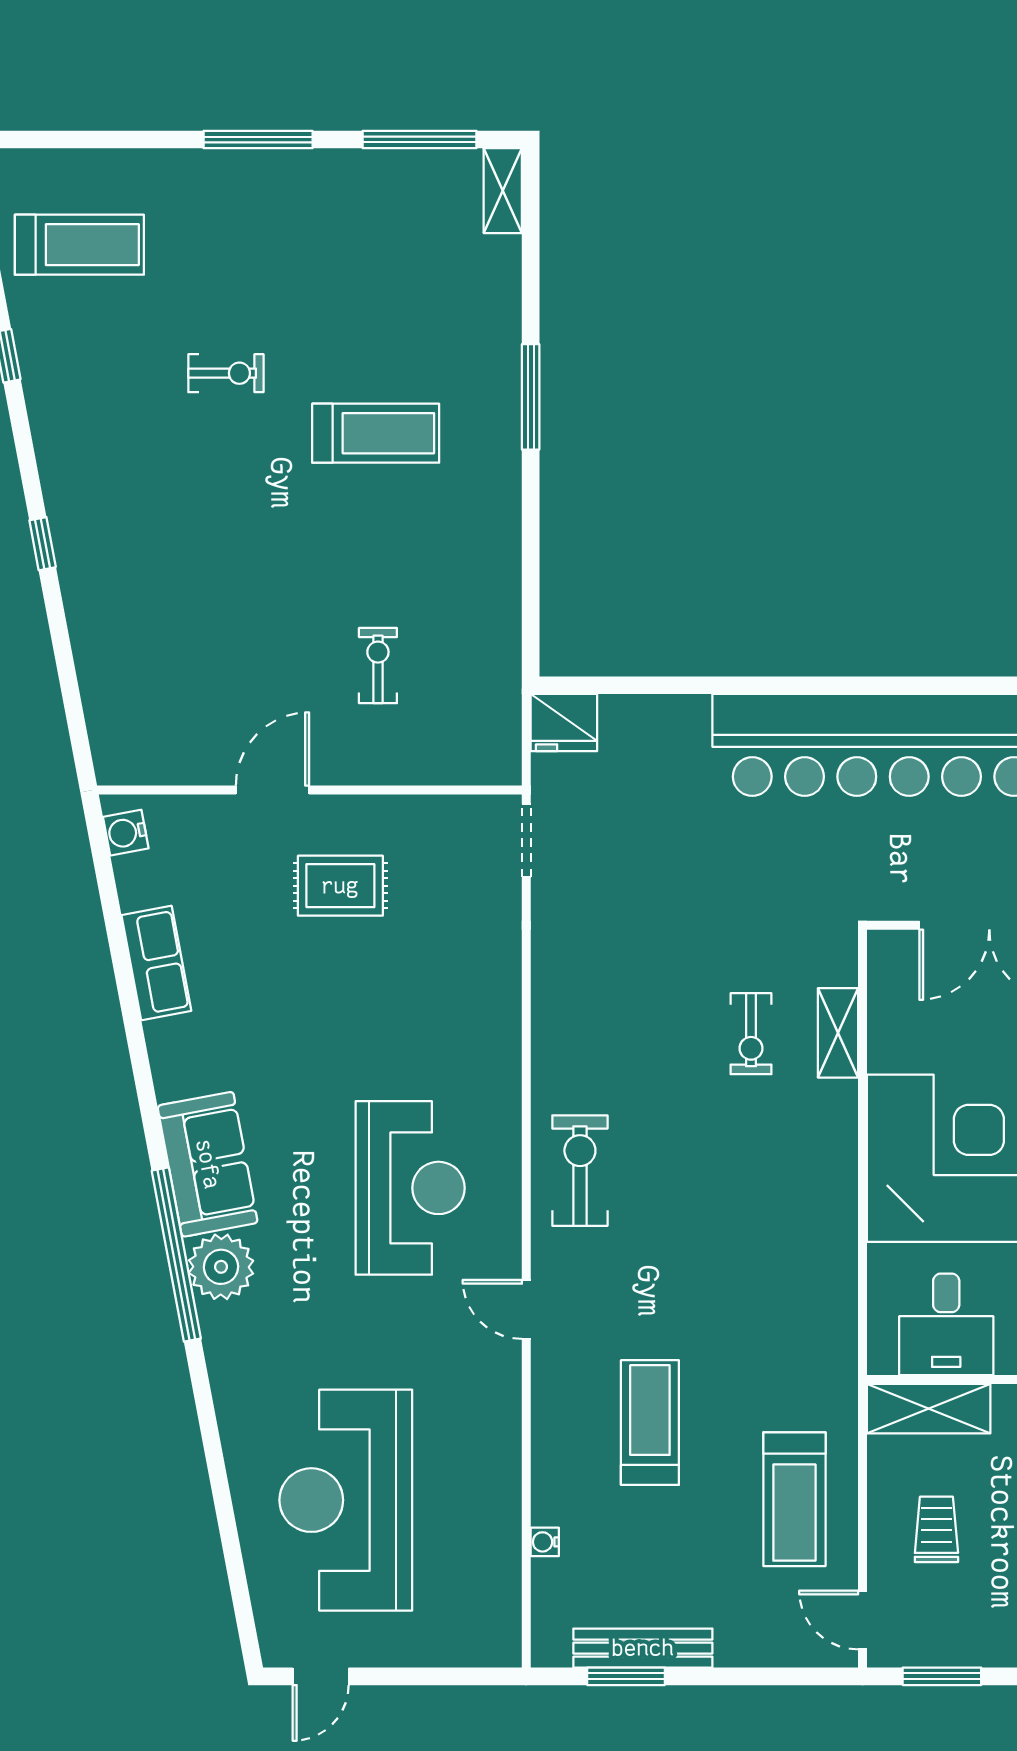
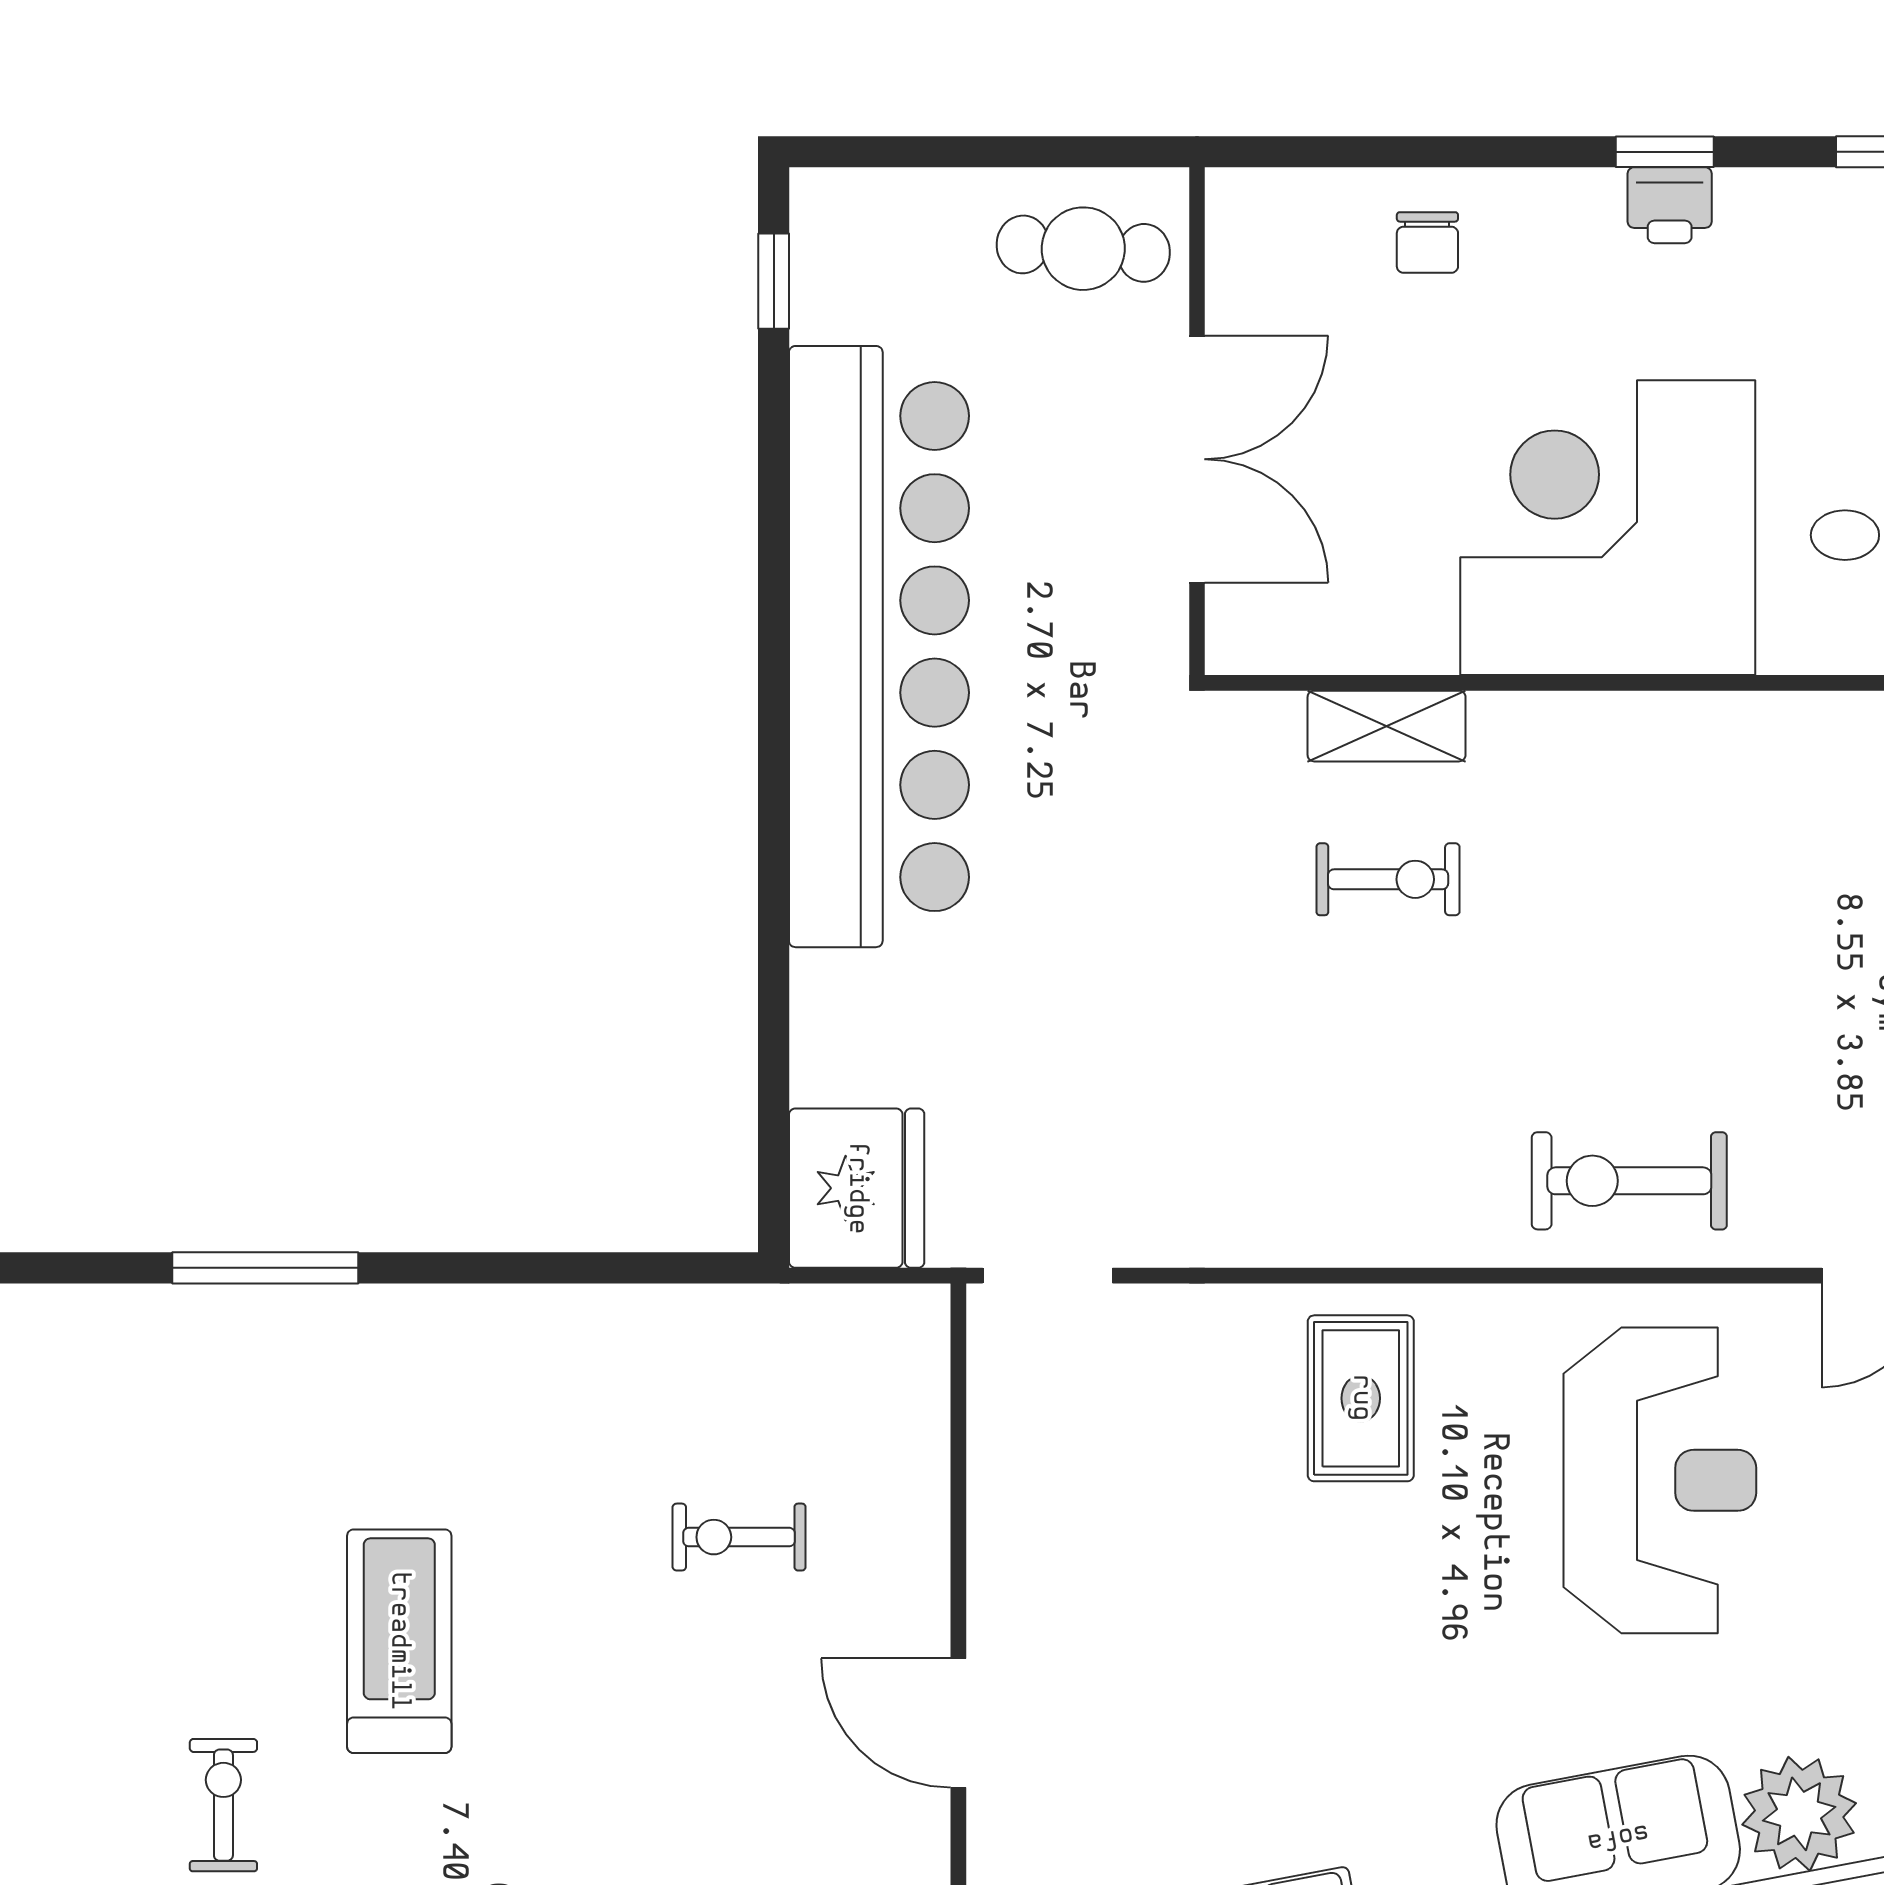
treadmill: (376, 433) -> (399, 1641), moved
fridge: (564, 723) -> (857, 1188), width x1.36, depth x1.34
rug: (340, 886) -> (1361, 1398), moved
reception desk: (410, 1188) -> (1660, 1480), turned 90

